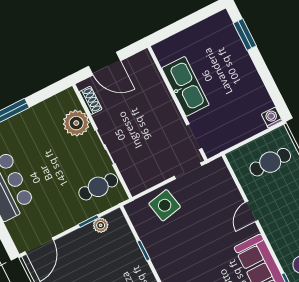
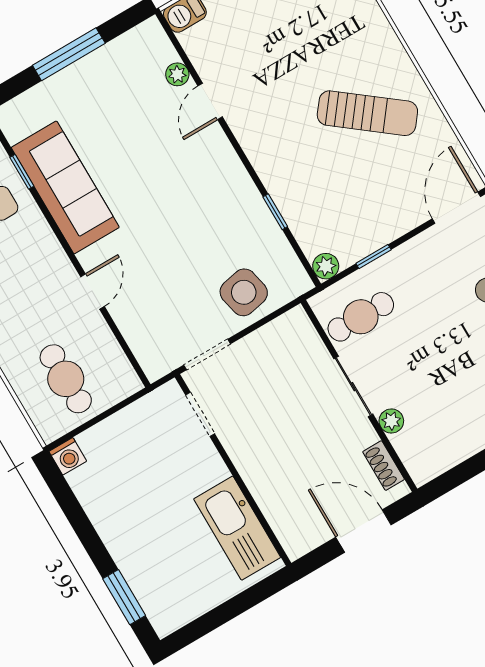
kitchen sink: (185, 86) -> (237, 528), moved
plant: (76, 123) -> (391, 421), width x0.53, depth x0.53
cafe table: (270, 162) -> (66, 379), turned 90
plant: (101, 225) -> (326, 266), moved

